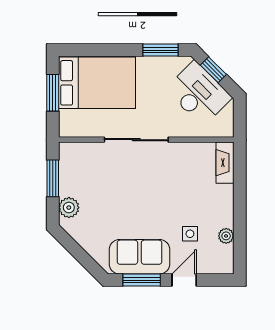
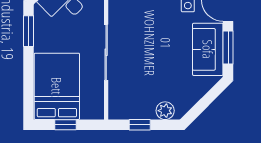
window: (53, 93) -> (65, 125), width x0.67
window: (53, 178) -> (140, 125), width x0.67

